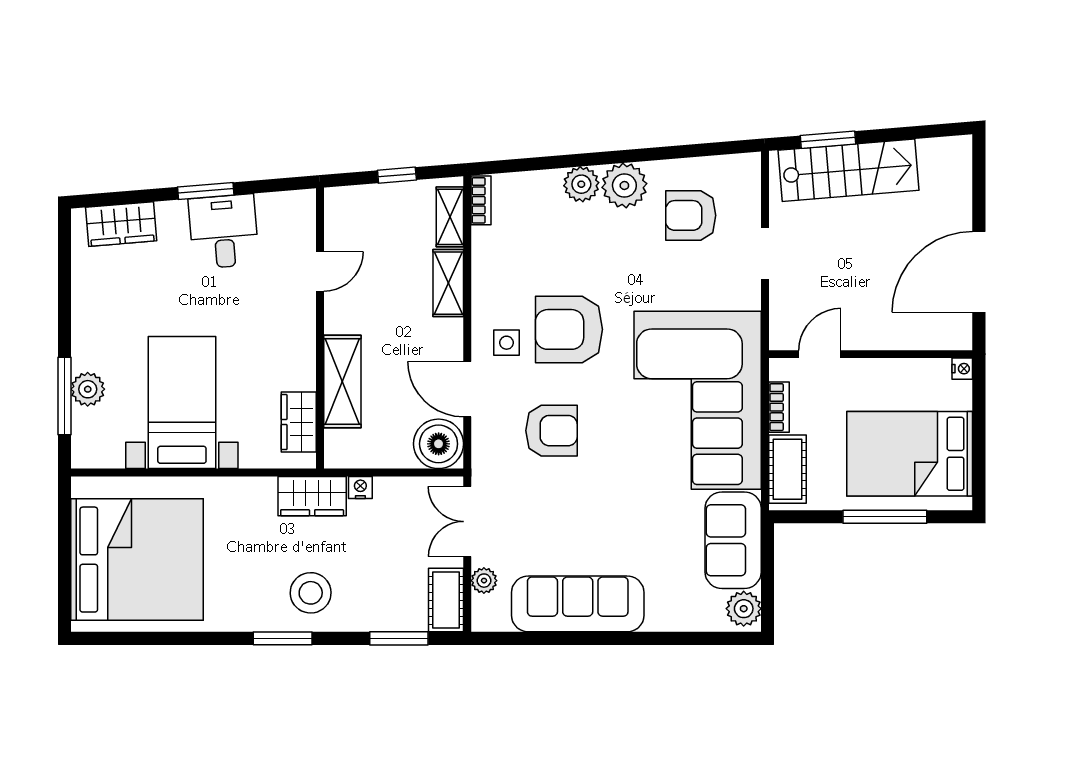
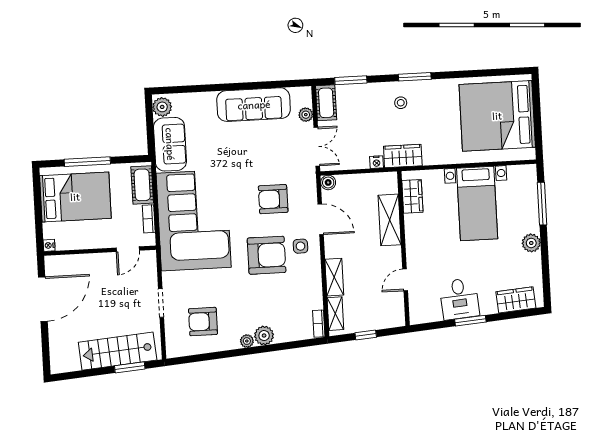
plant: (624, 185) -> (247, 341), width x0.53, depth x0.53
armchair: (691, 215) -> (203, 322), turned 180
plant: (88, 389) -> (531, 243), moved
boiler: (439, 444) -> (328, 182), width x0.54, depth x0.54
stool: (311, 593) -> (401, 103), width x0.53, depth x0.53

